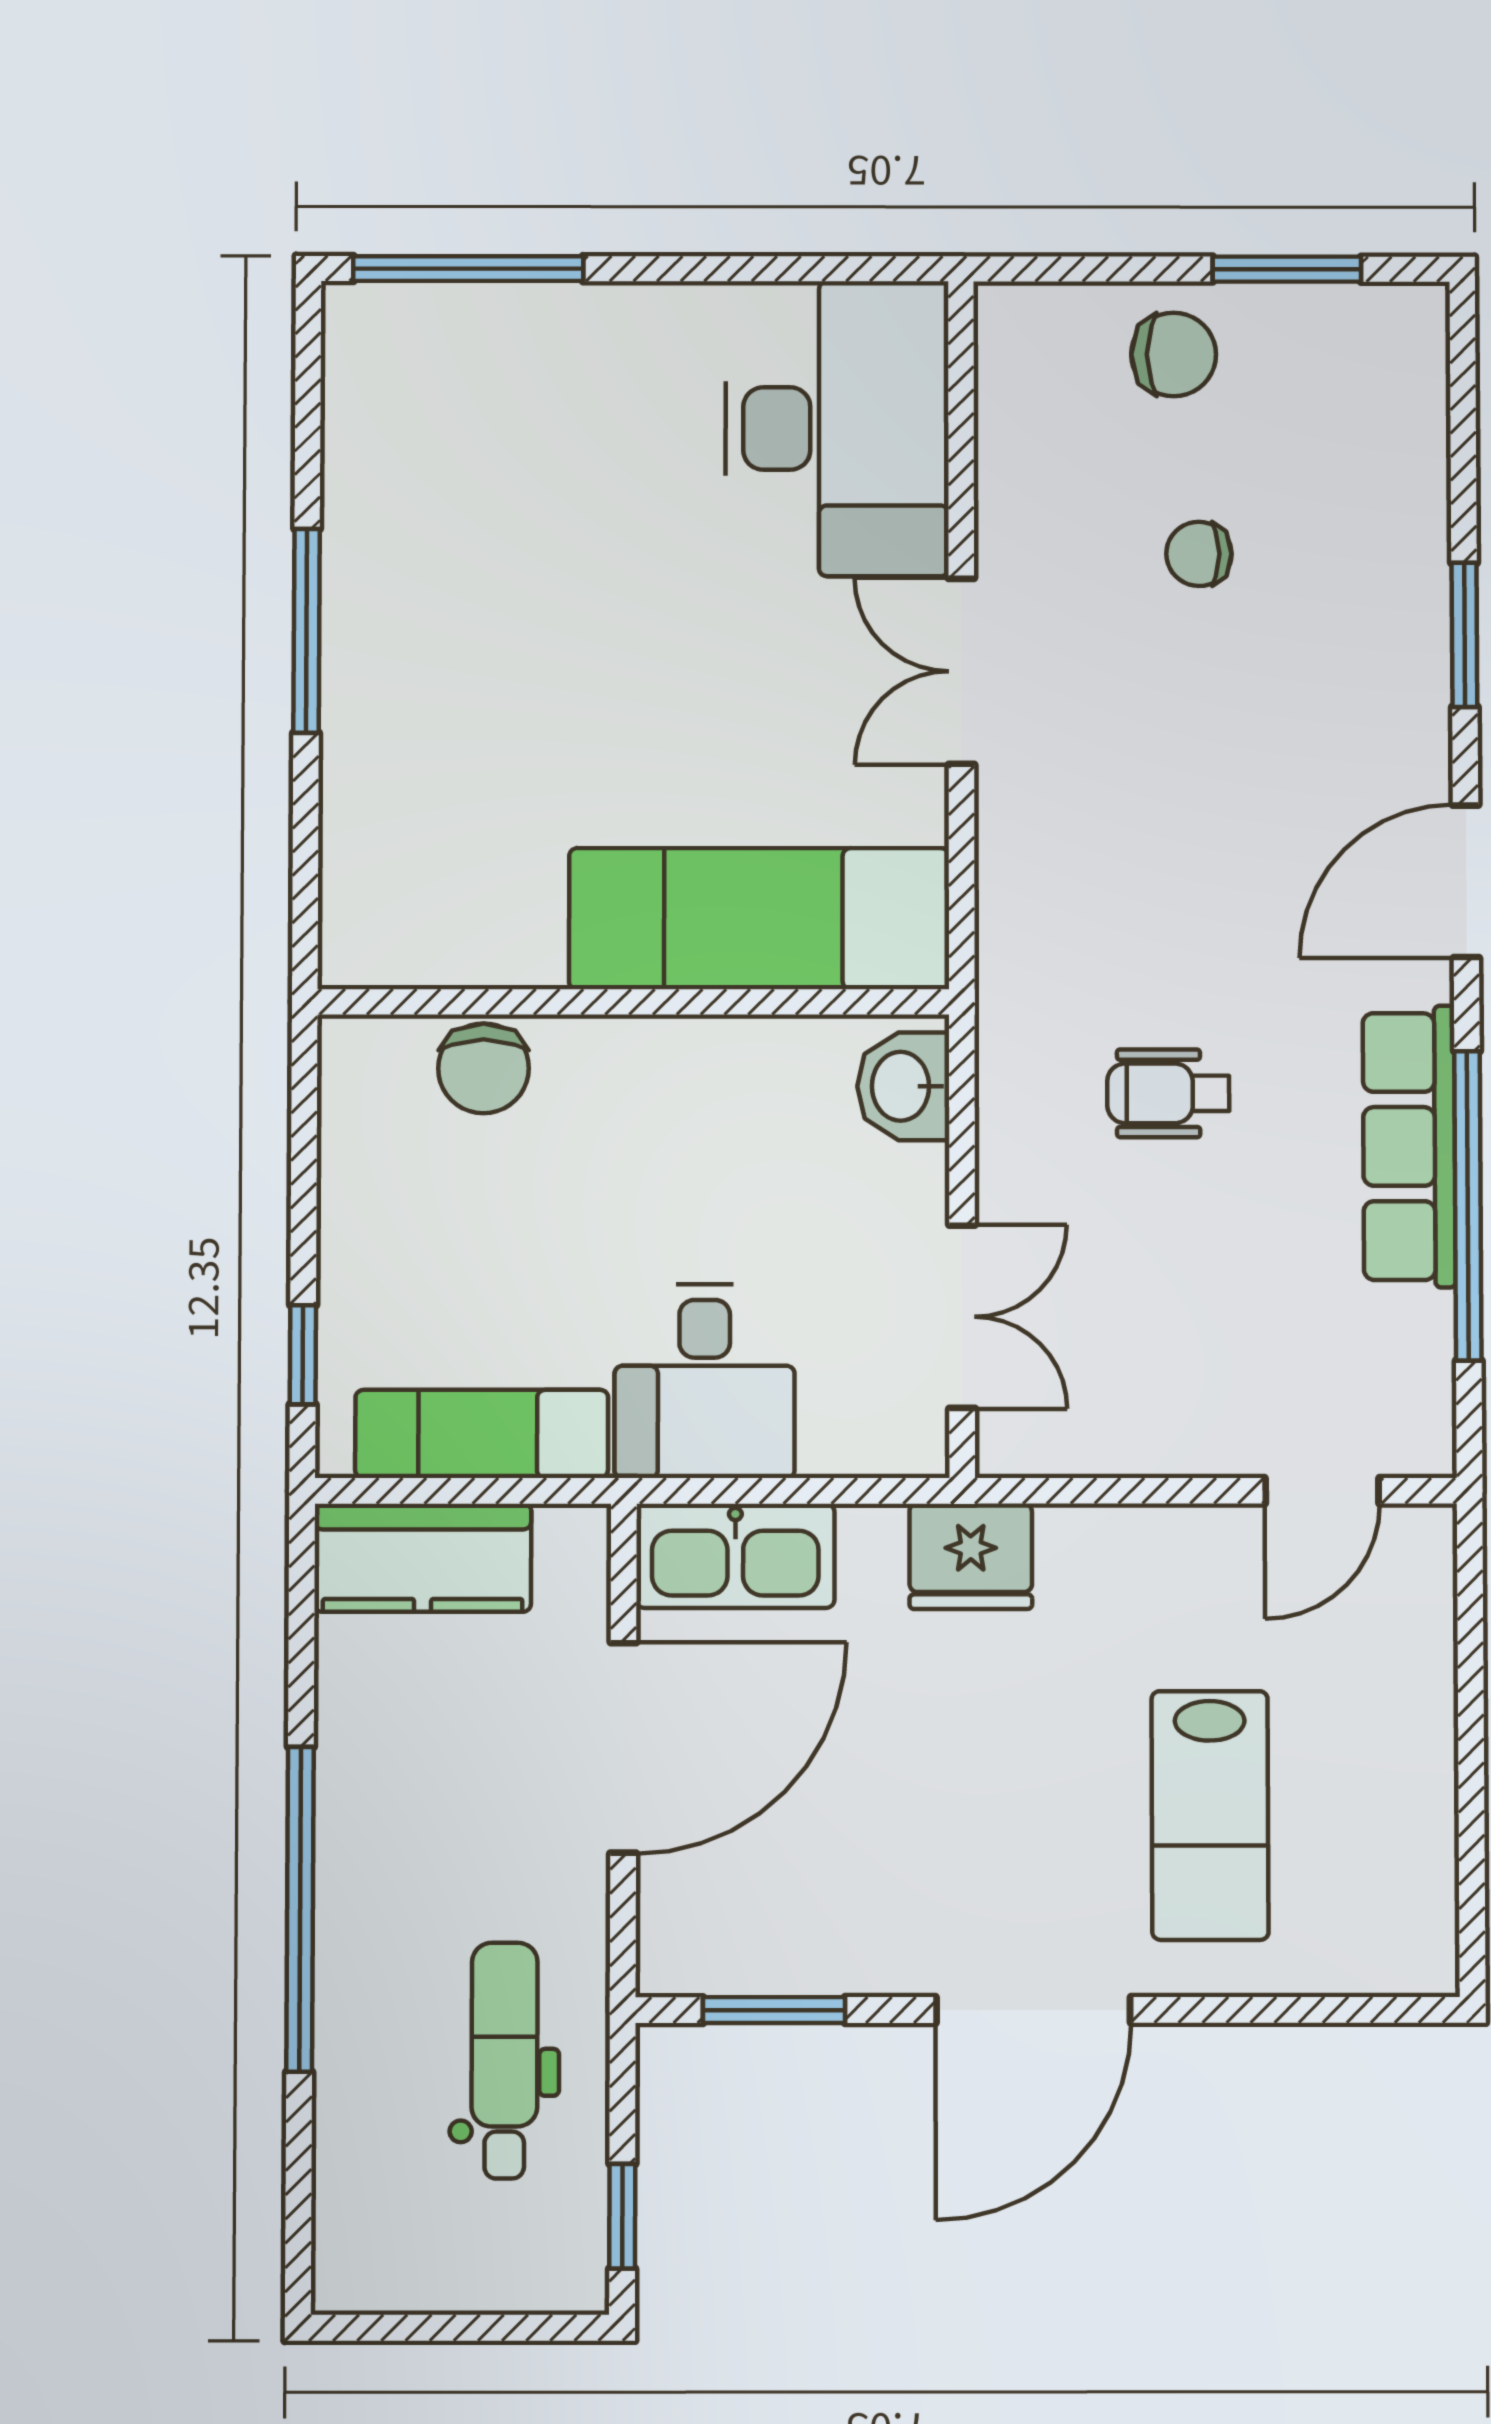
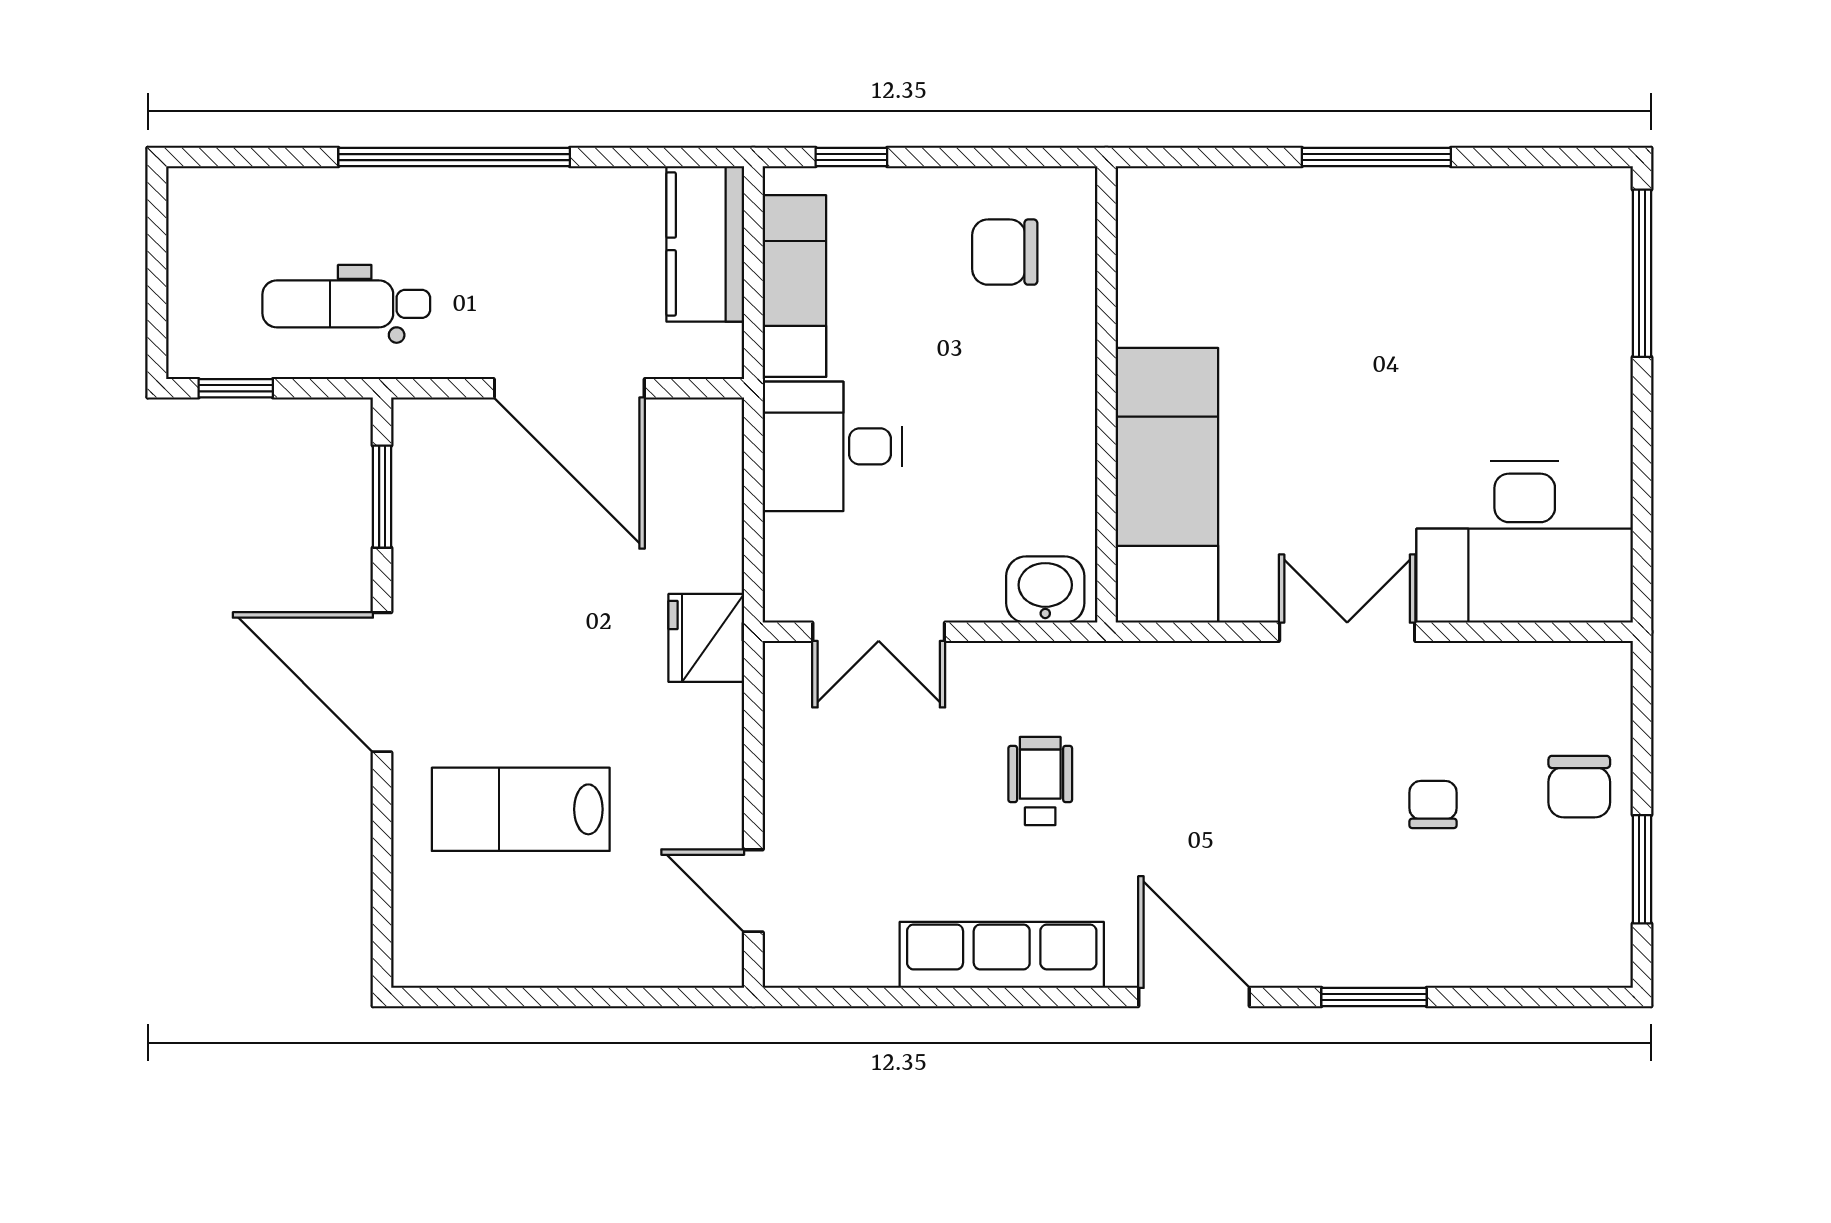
chair: (484, 1068) -> (1005, 252), moved
window: (1468, 1206) -> (959, 997), removed
kitchen sink: (735, 1556) -> (707, 469), removed
dental chair: (504, 2061) -> (346, 304), turned 180

